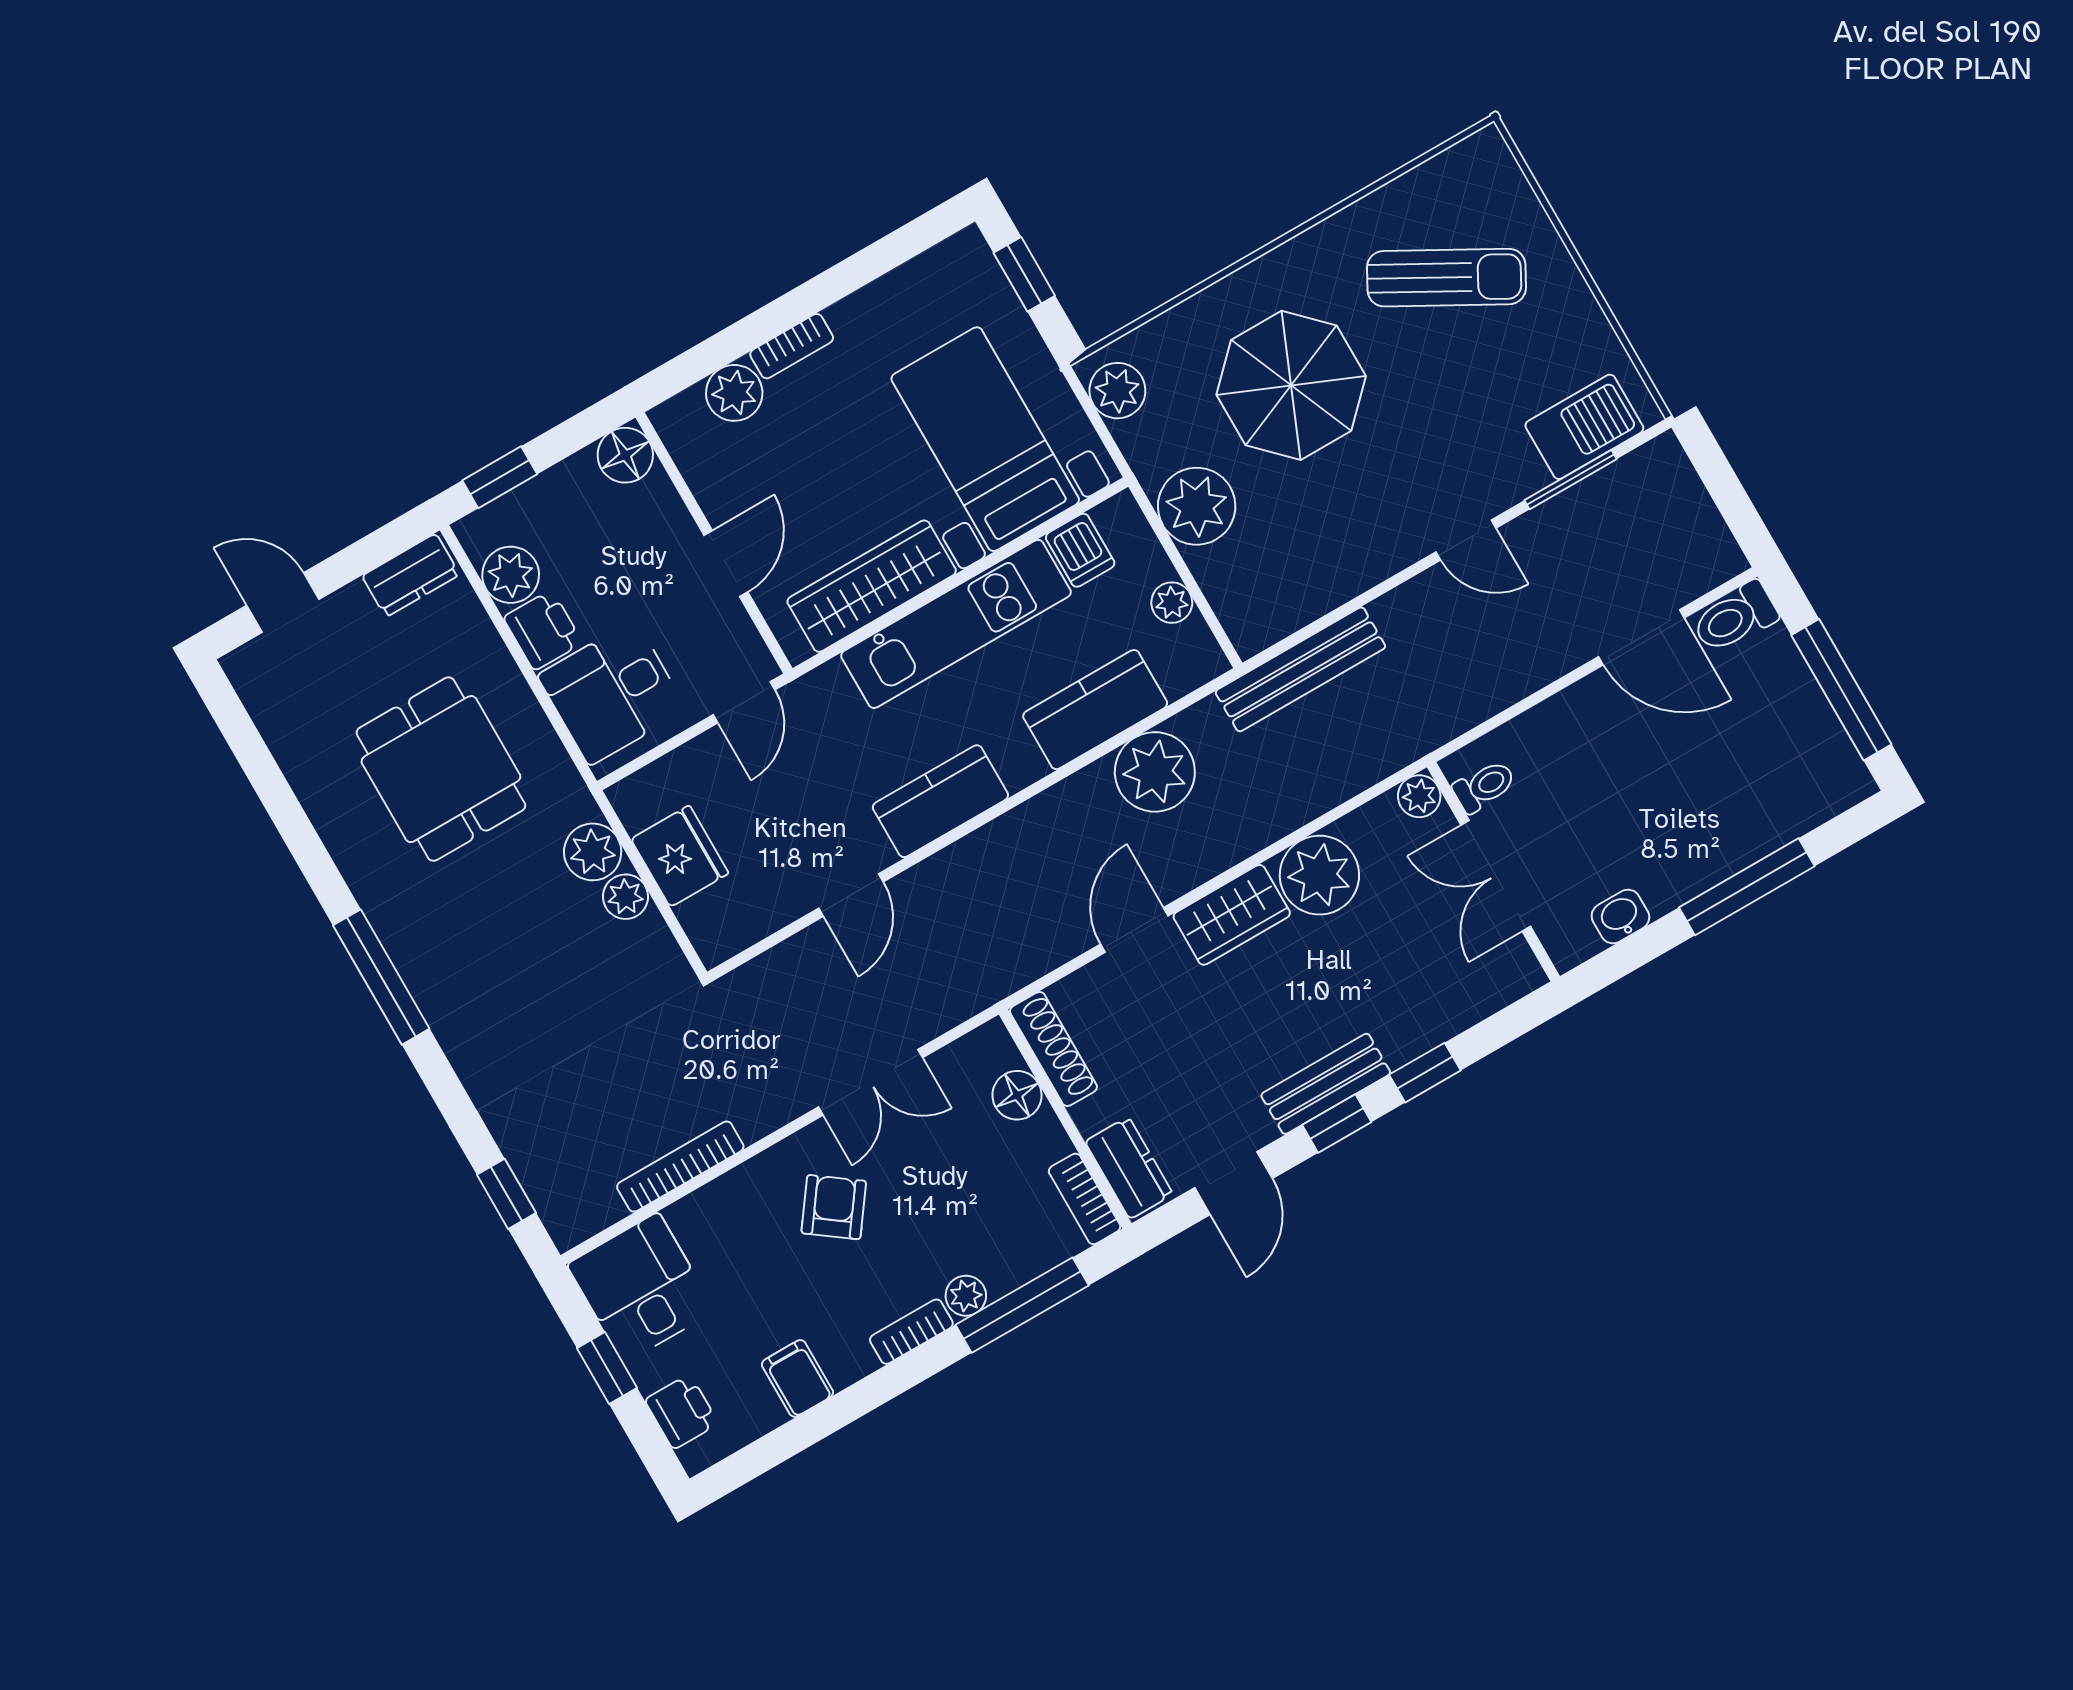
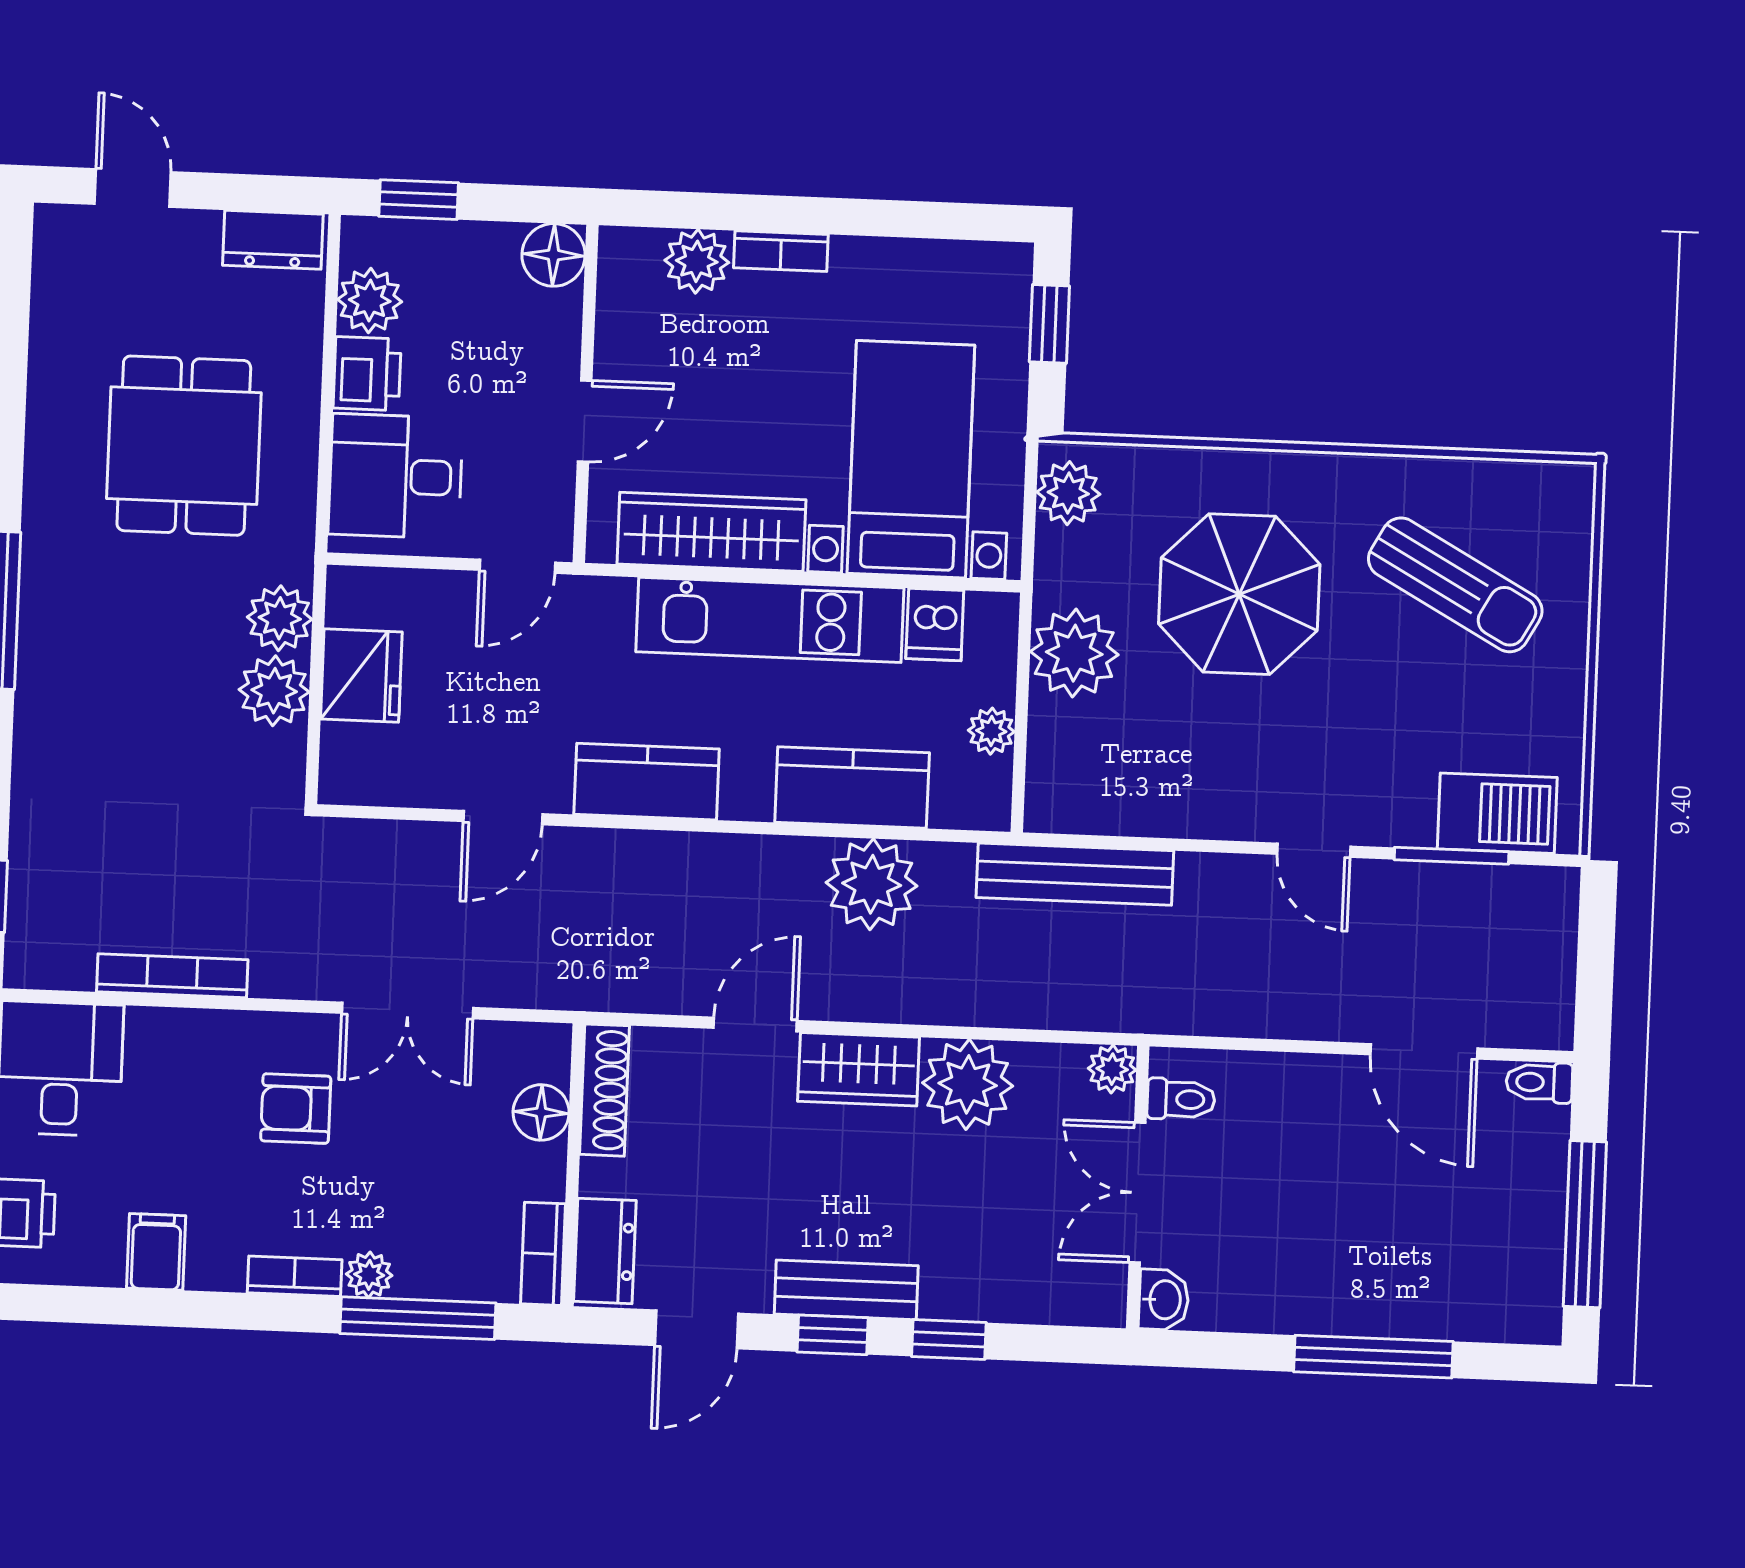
toilet: (1735, 617) -> (1539, 1082), width x0.73, depth x0.72
plant: (626, 897) -> (274, 691), width x1.38, depth x1.38
washbasin: (1620, 917) -> (1164, 1300), moved, turned 90
armchair: (834, 1207) -> (296, 1109), turned -126

